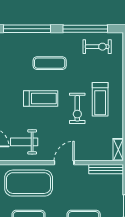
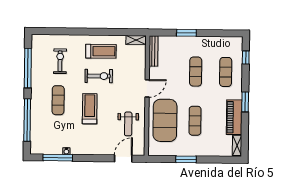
exercise bike: (97, 47) -> (60, 61), moved
treadmill: (100, 99) -> (101, 51), moved
door: (64, 163) -> (147, 88), swing flipped

